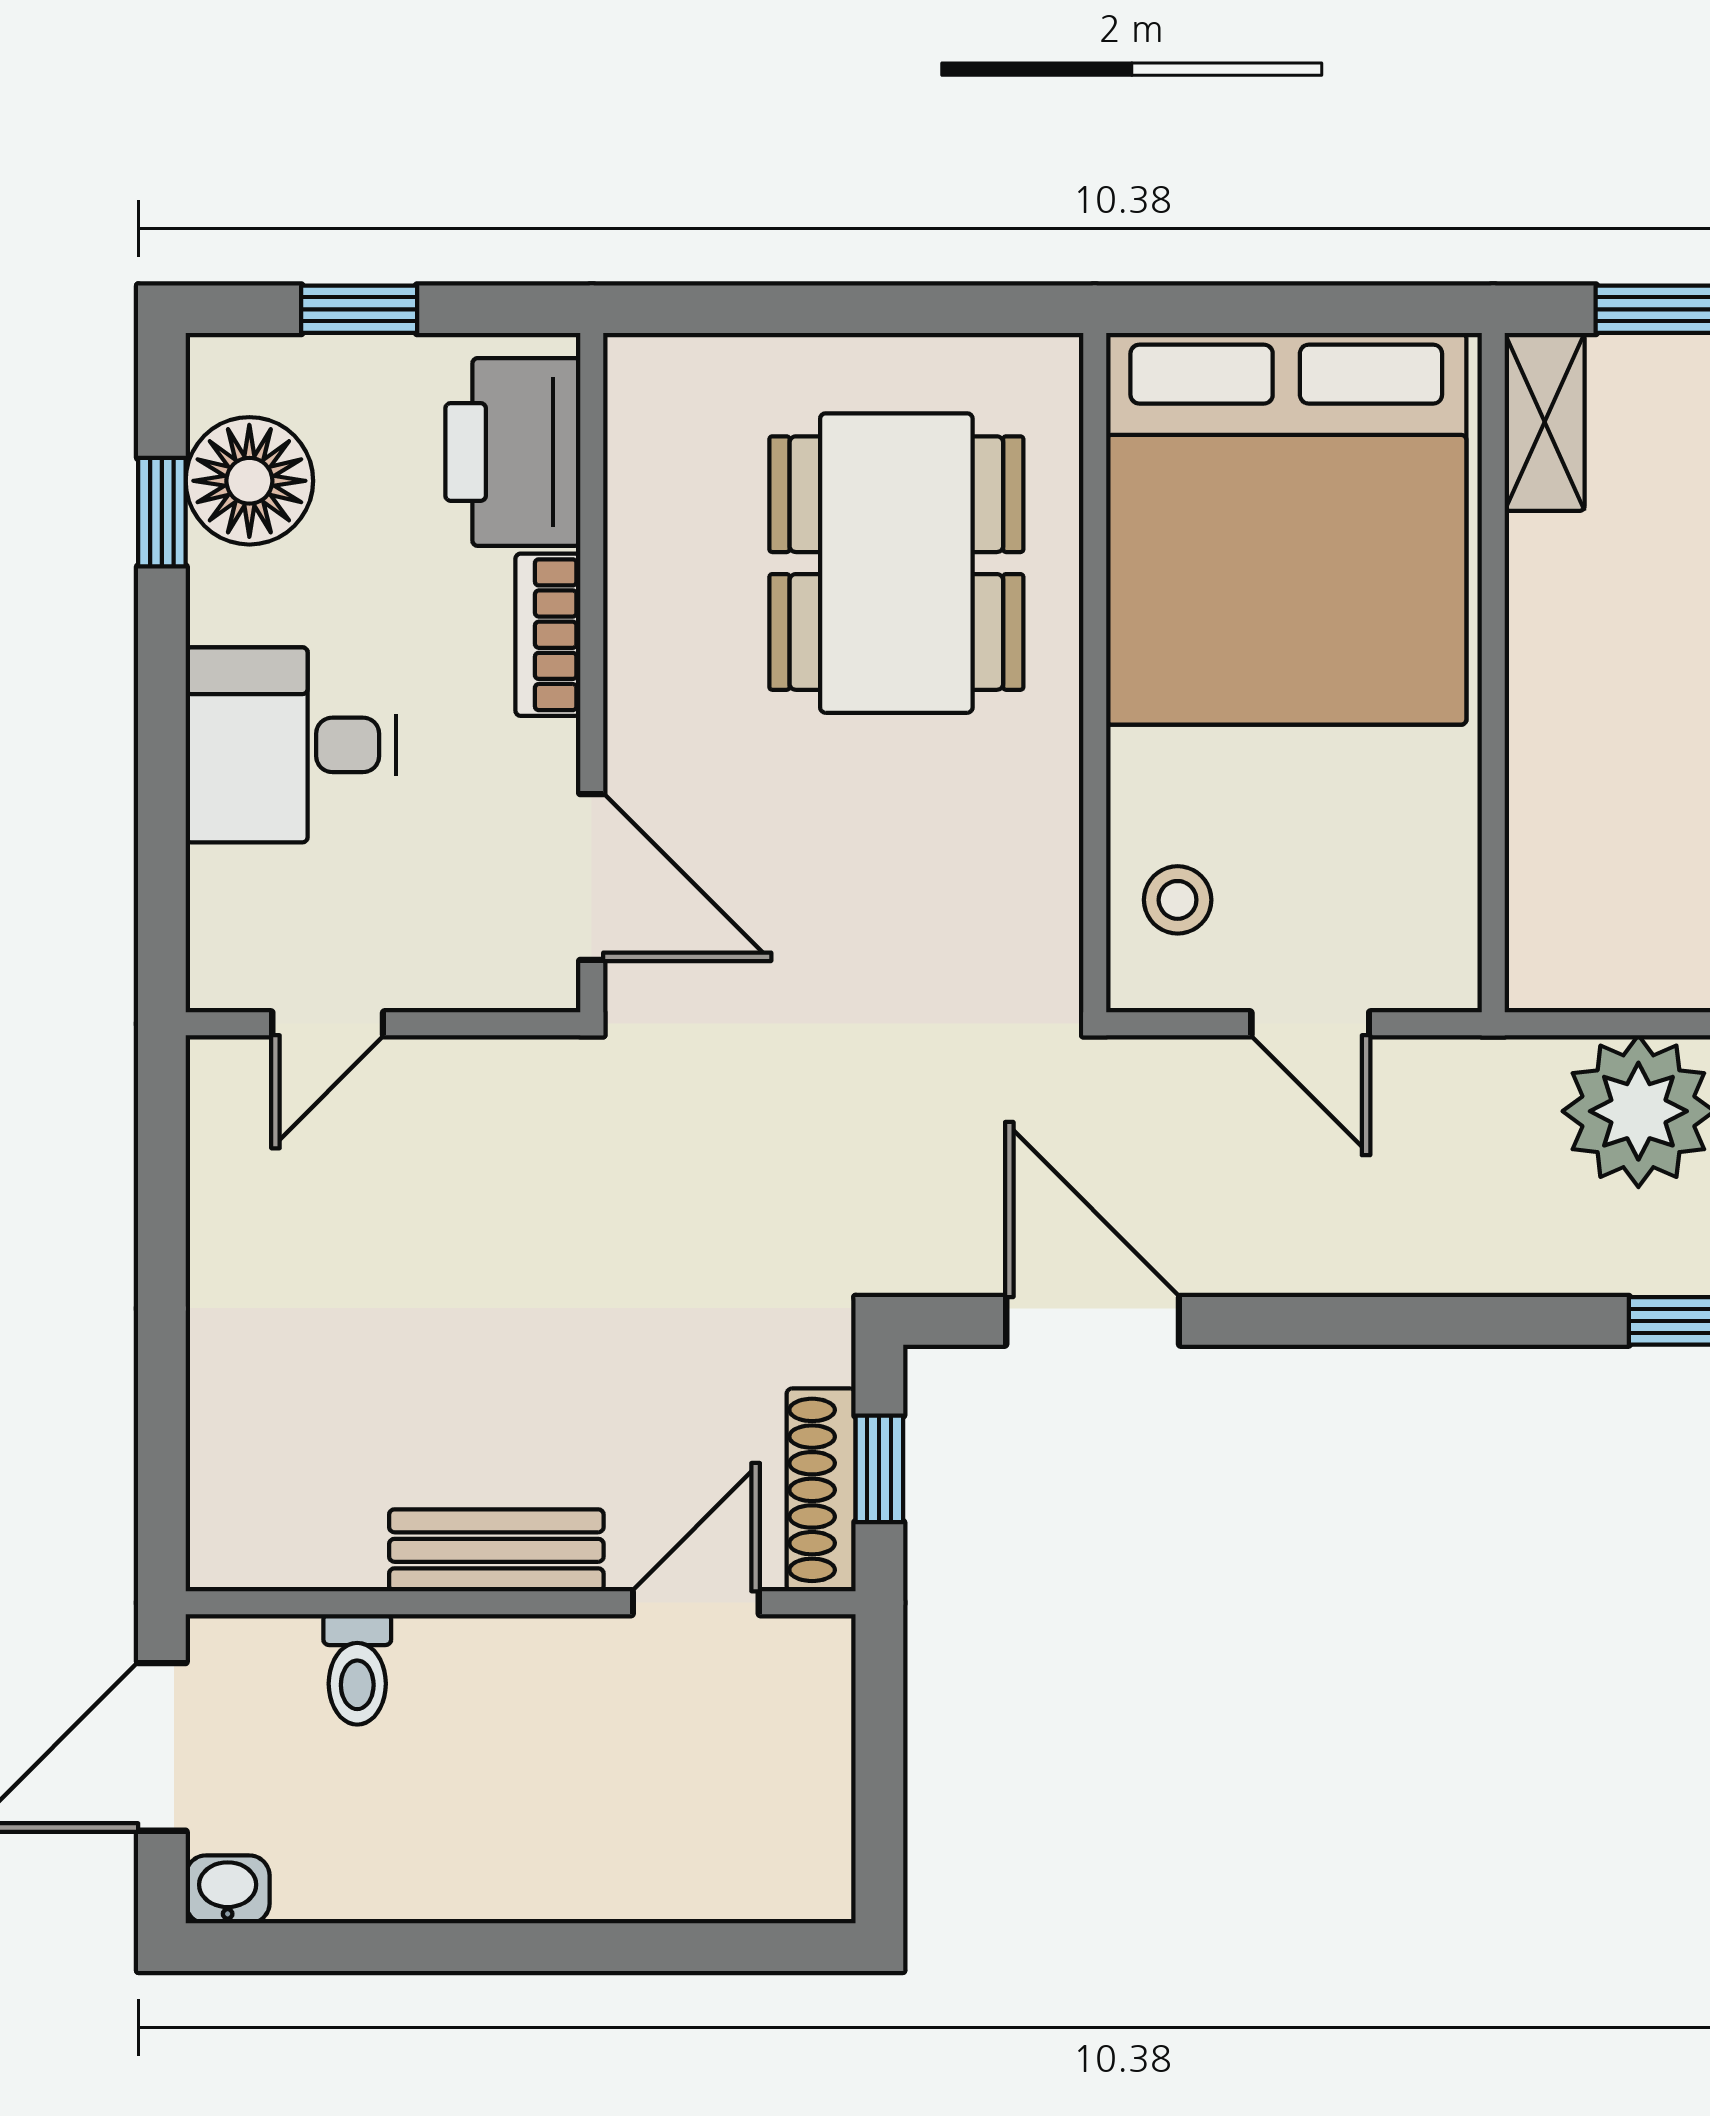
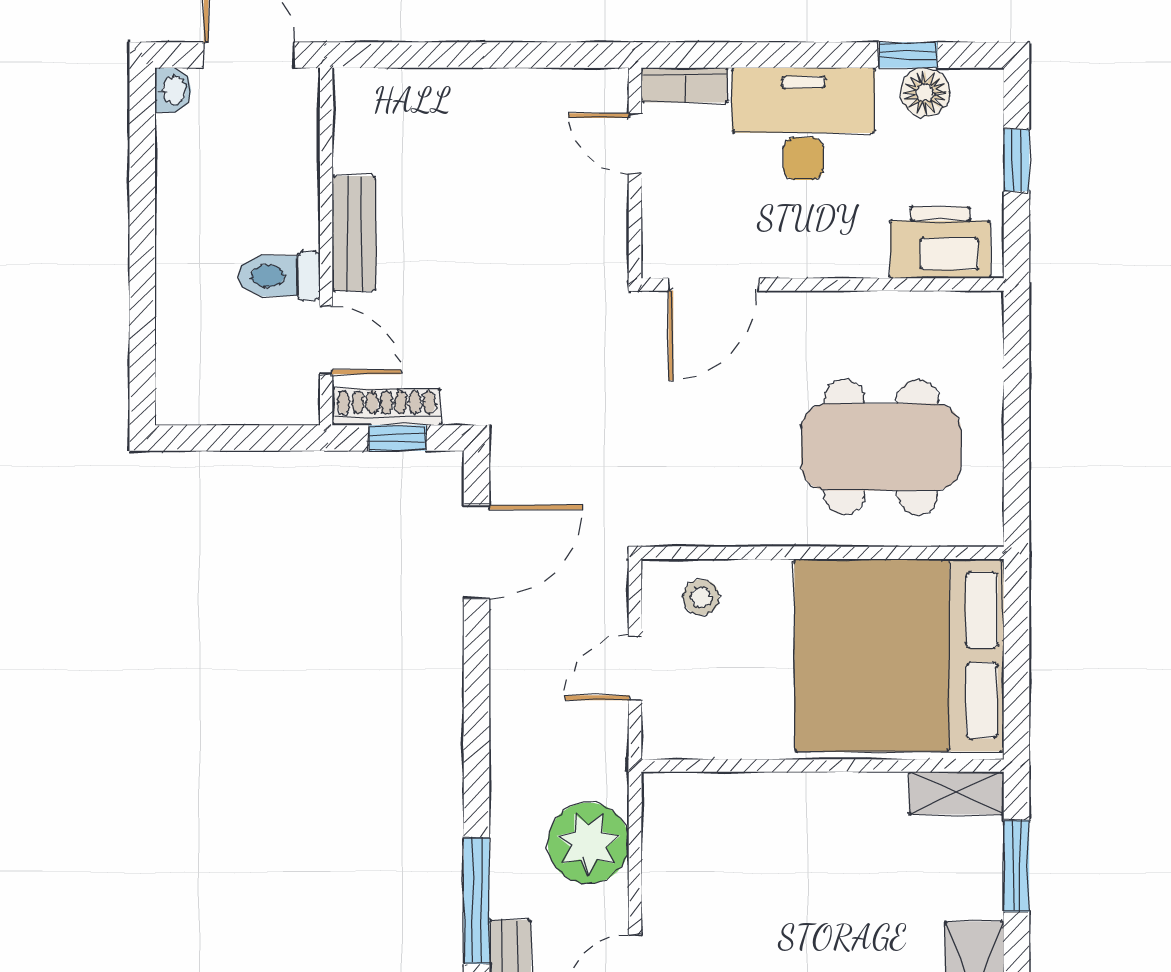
floor lamp: (249, 481) -> (925, 92), width x0.73, depth x0.73
bookcase: (548, 635) -> (684, 85), moved, turned 180
desk: (291, 745) -> (803, 124), width x1.37
toilet: (357, 1669) -> (279, 276), moved, width x1.37, depth x1.39

